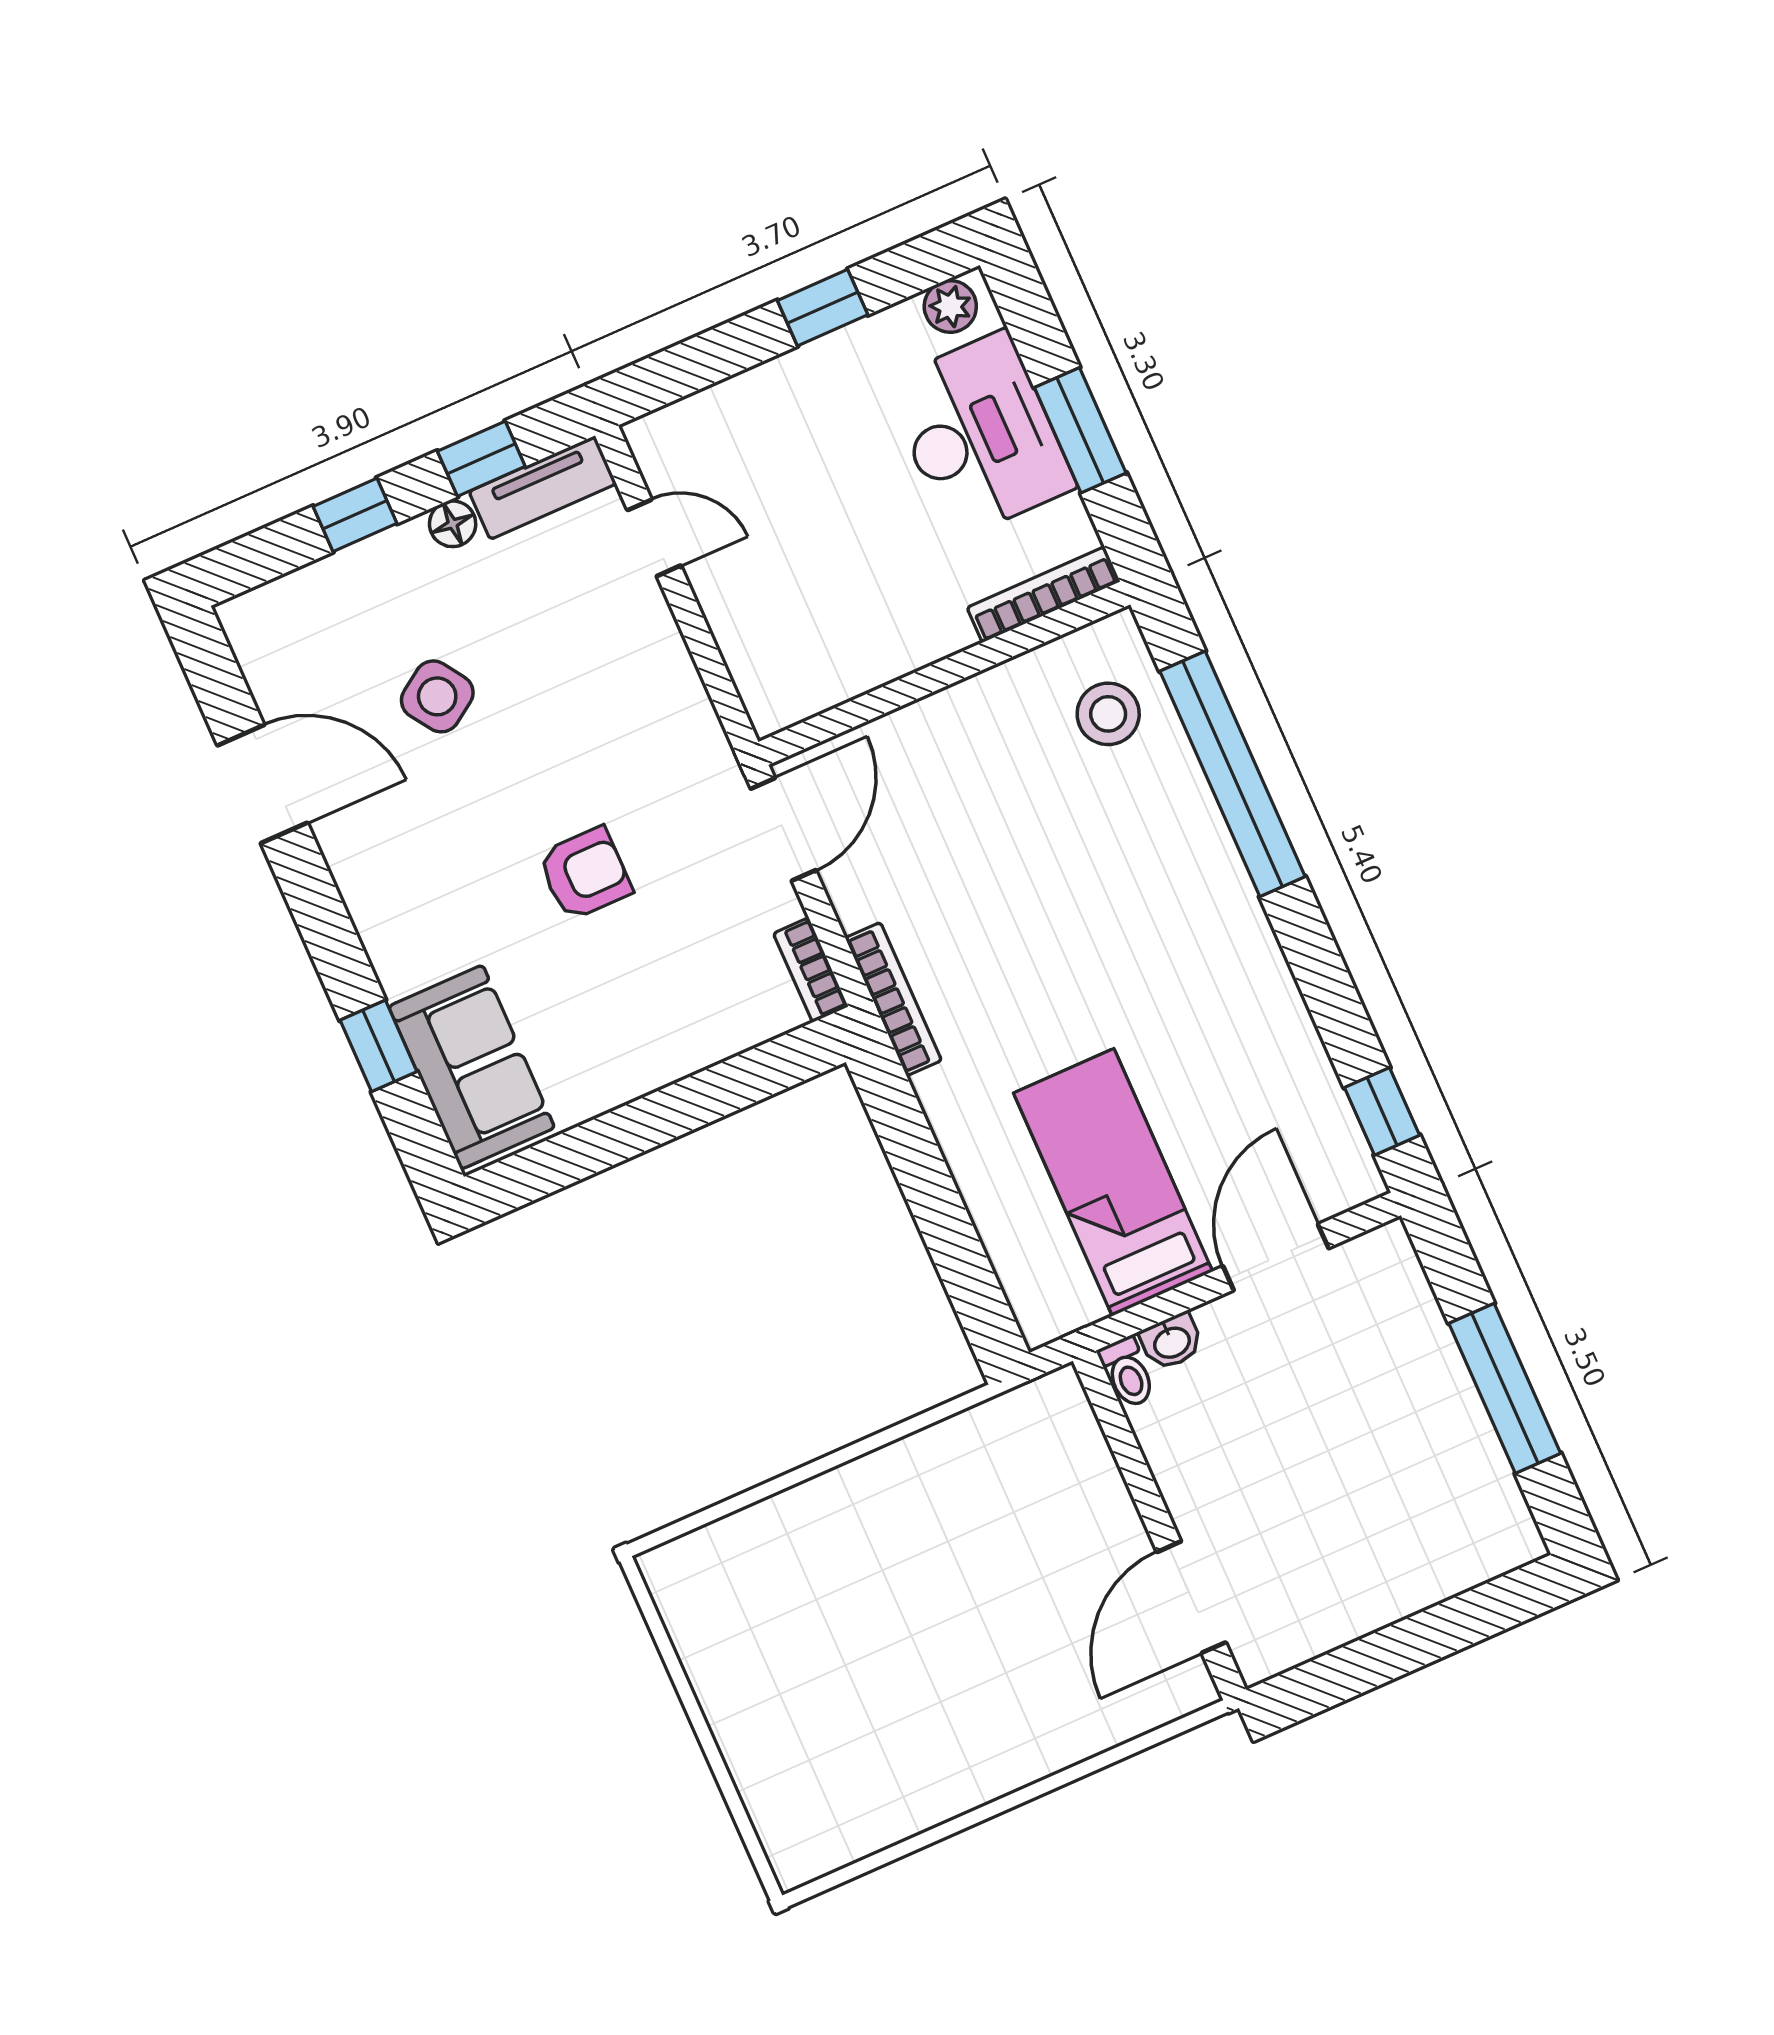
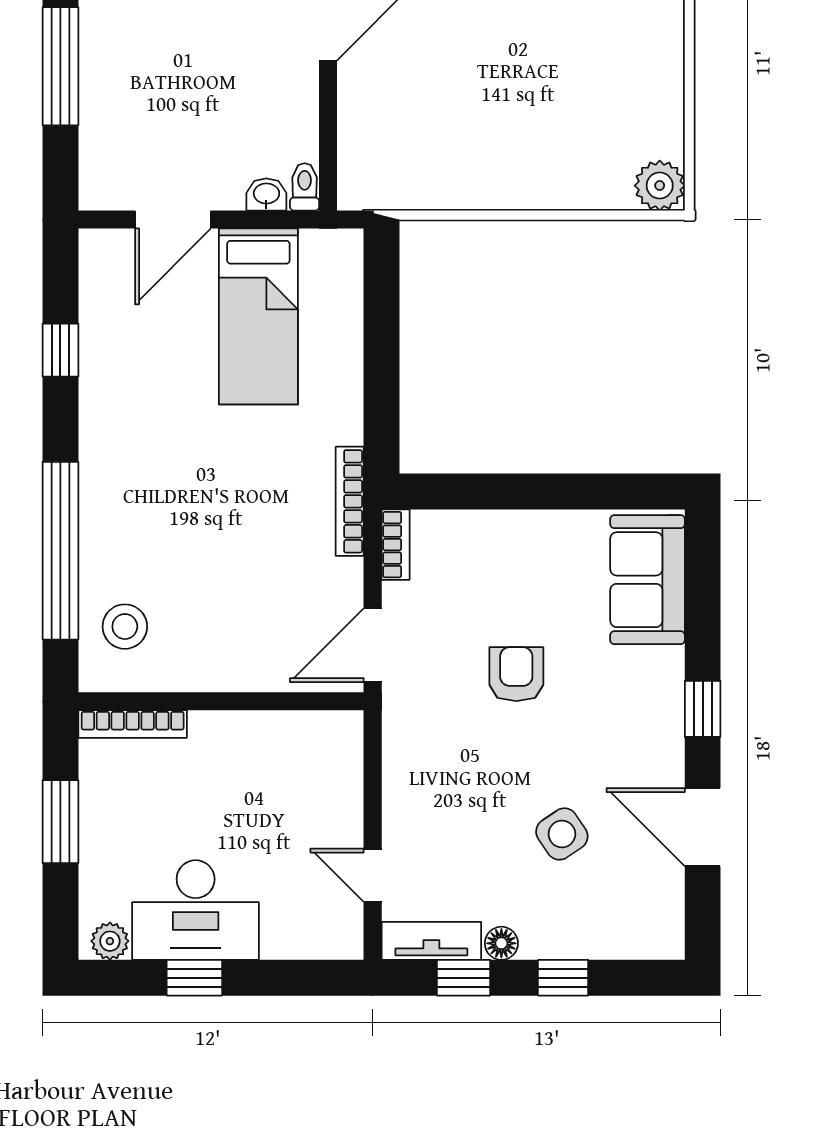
desk: (980, 435) -> (196, 910), moved, turned -90
armchair: (585, 874) -> (516, 674), turned 90
window: (379, 1046) -> (703, 709), moved
window: (1382, 1111) -> (60, 350), moved
plant: (678, 1574) -> (660, 186), added

